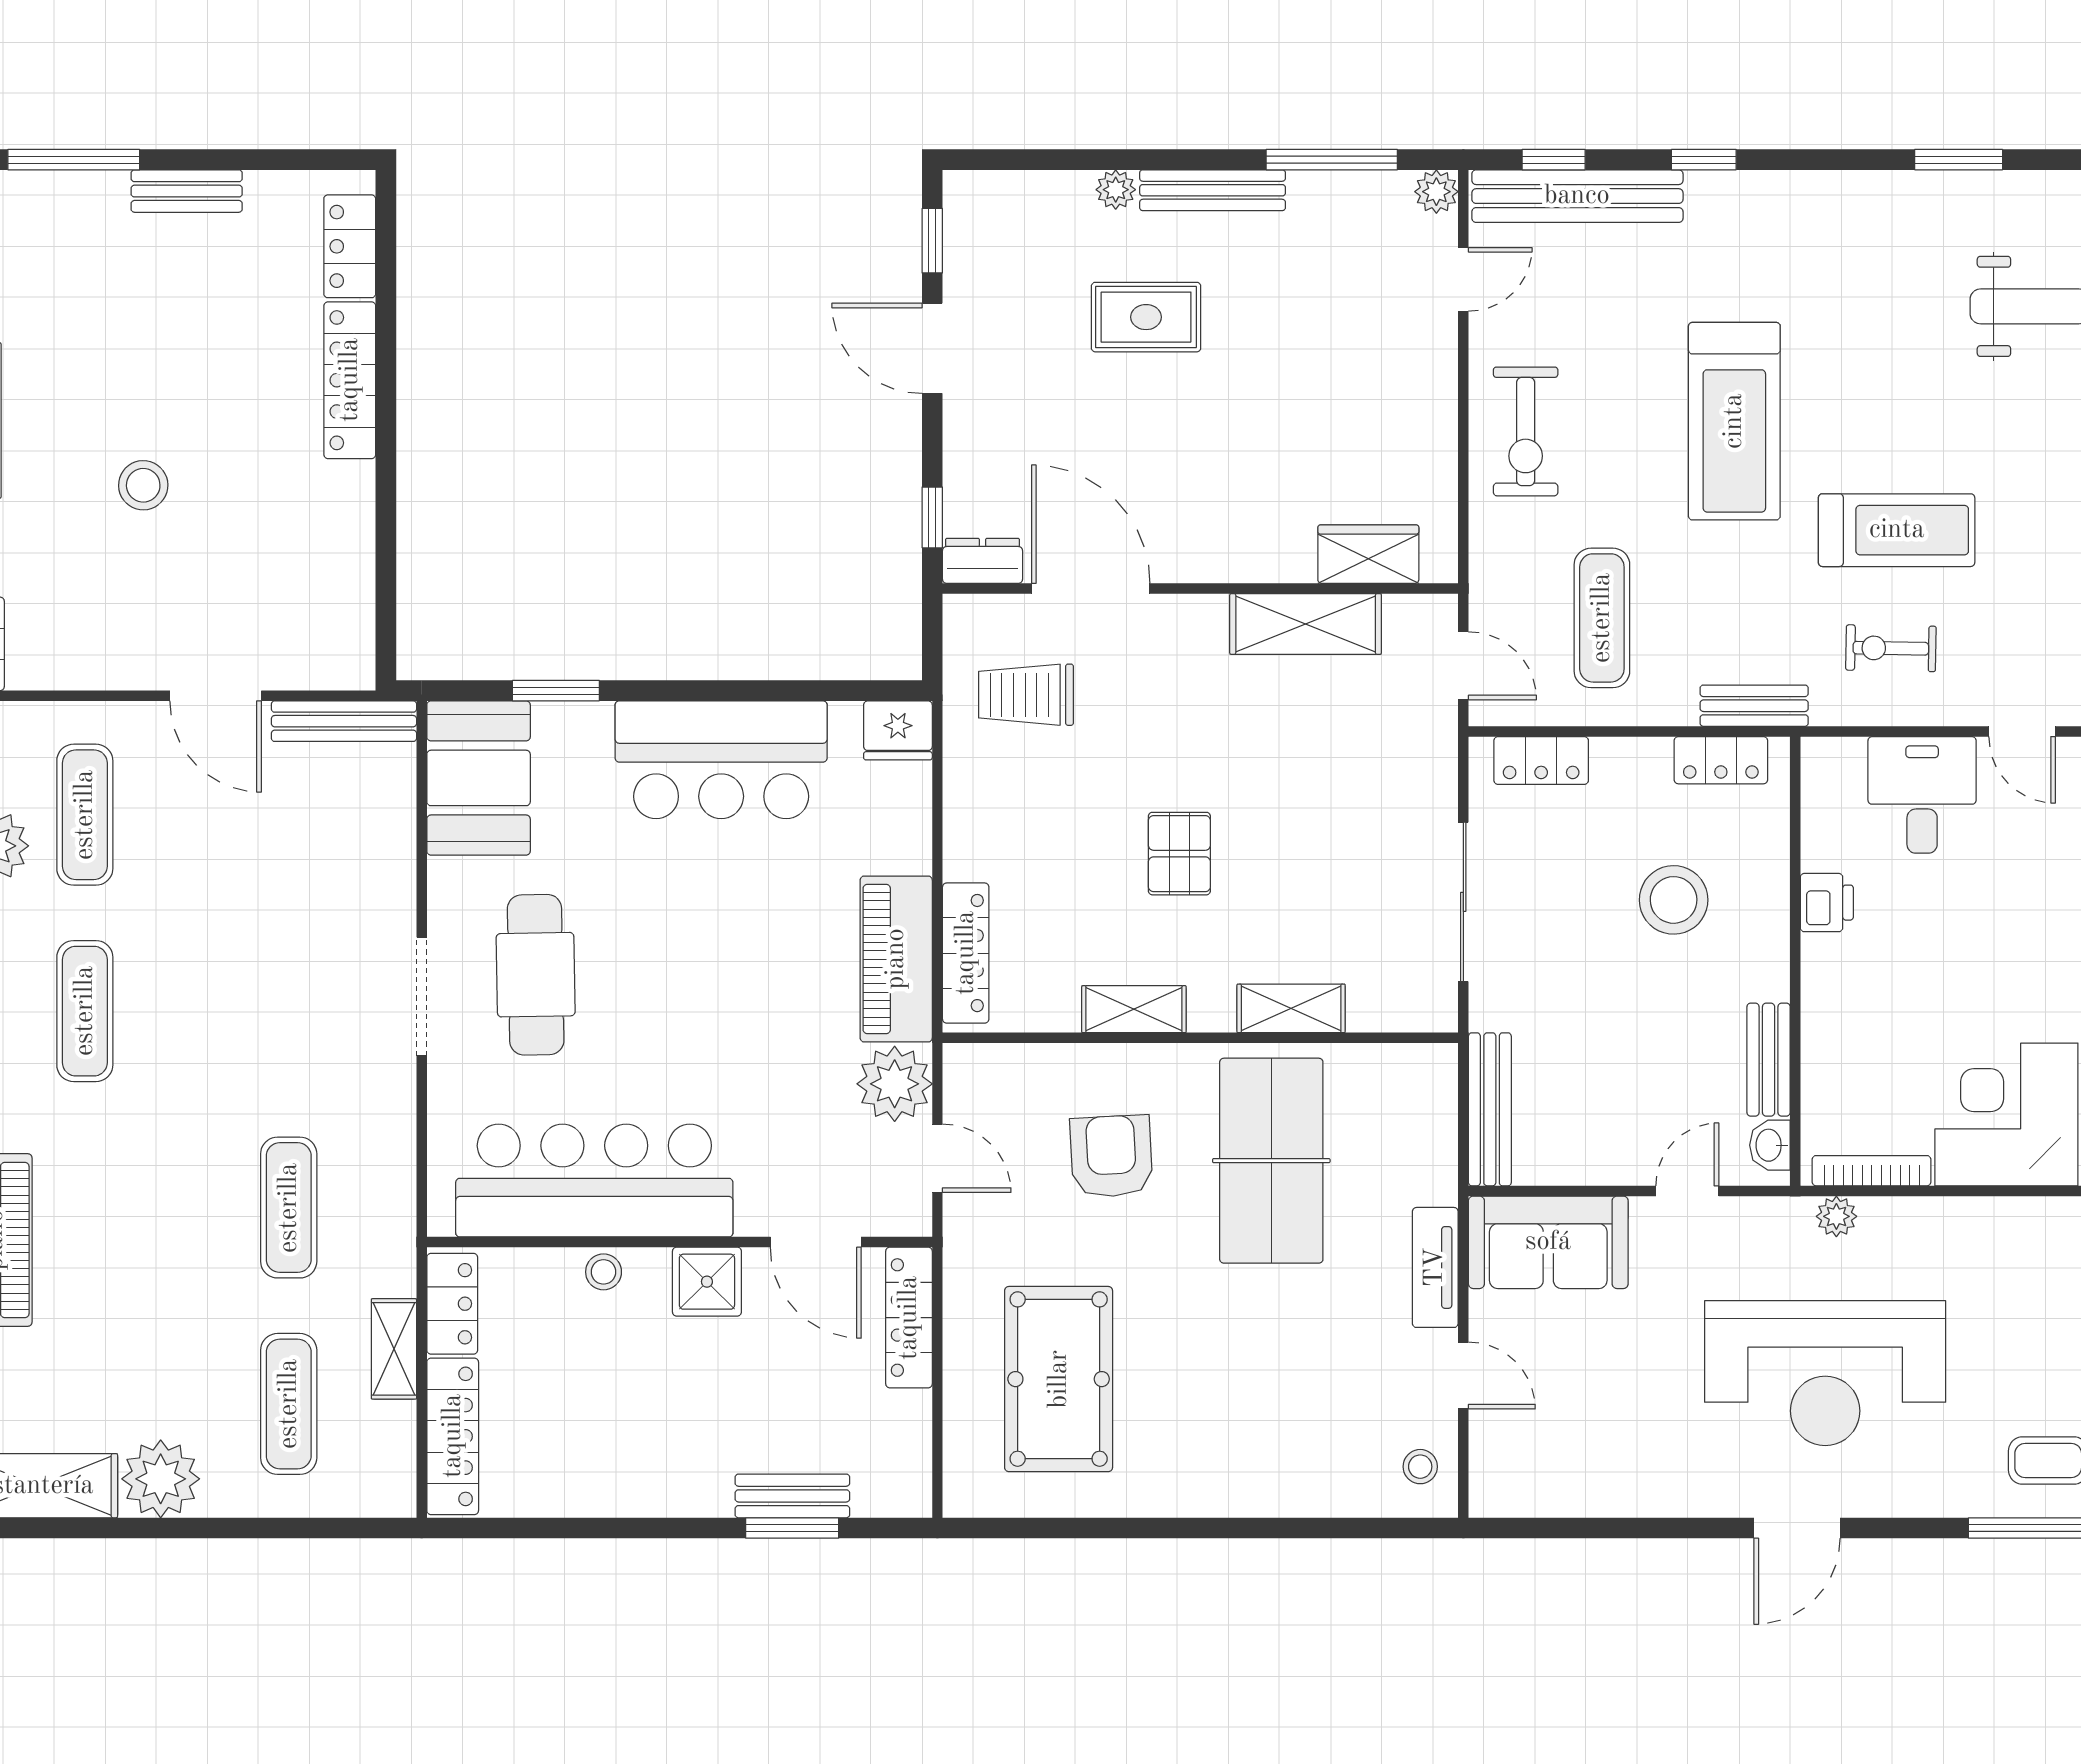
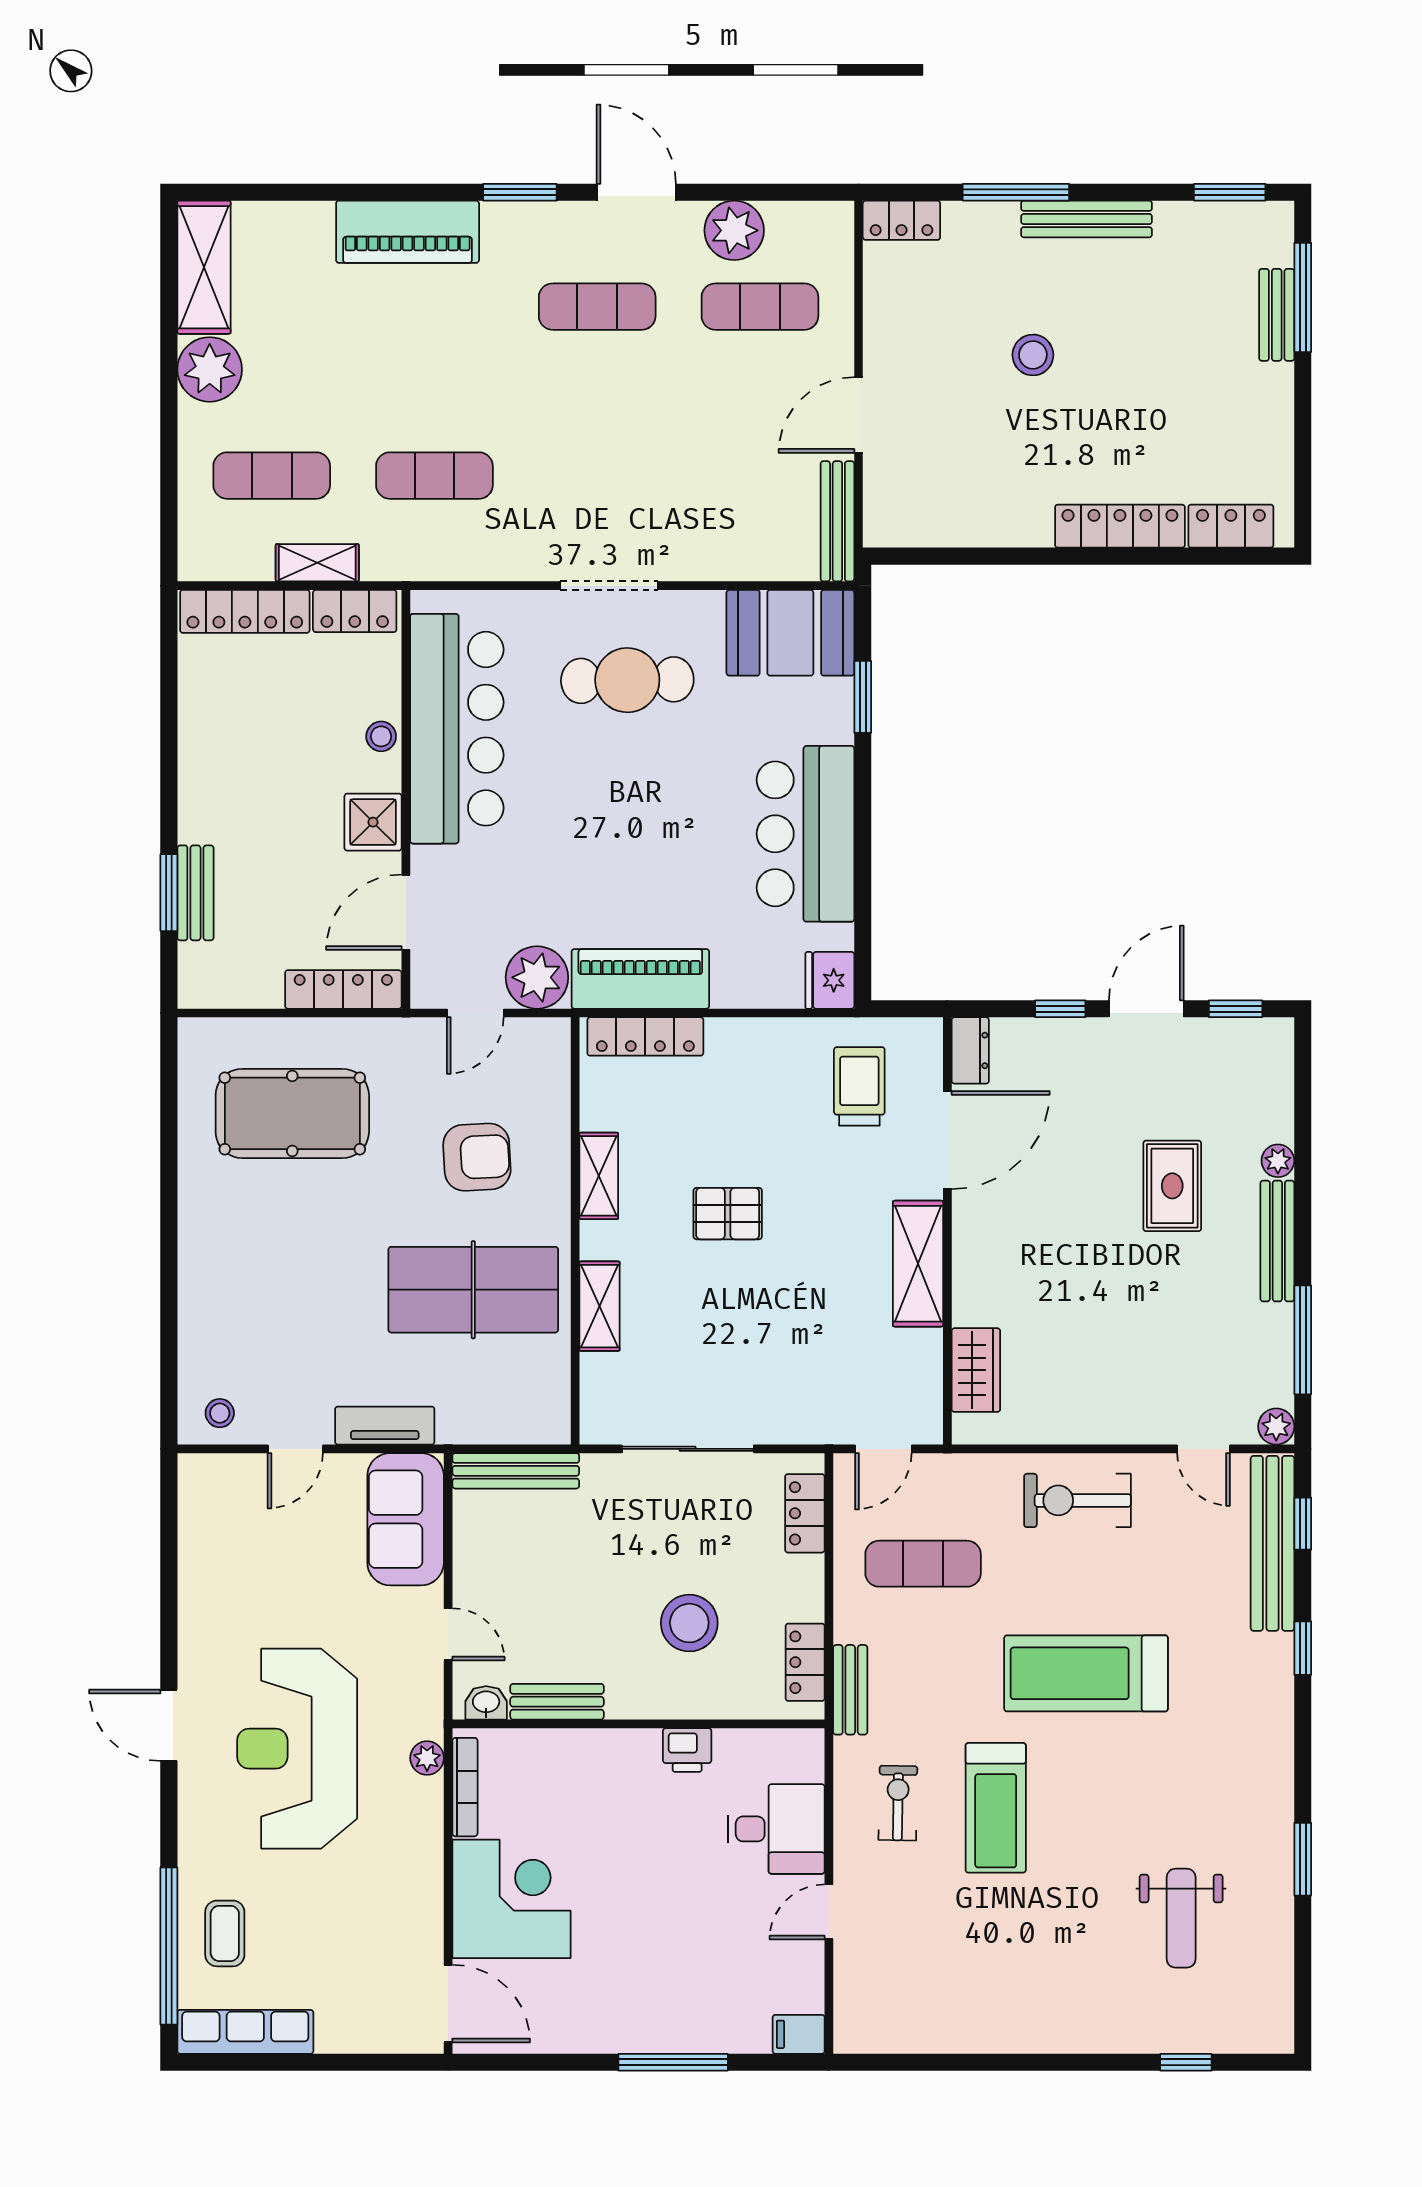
bench: (187, 191) -> (1277, 315), moved
window: (932, 517) -> (1060, 1009), moved
shelving: (1306, 624) -> (918, 1264), moved

